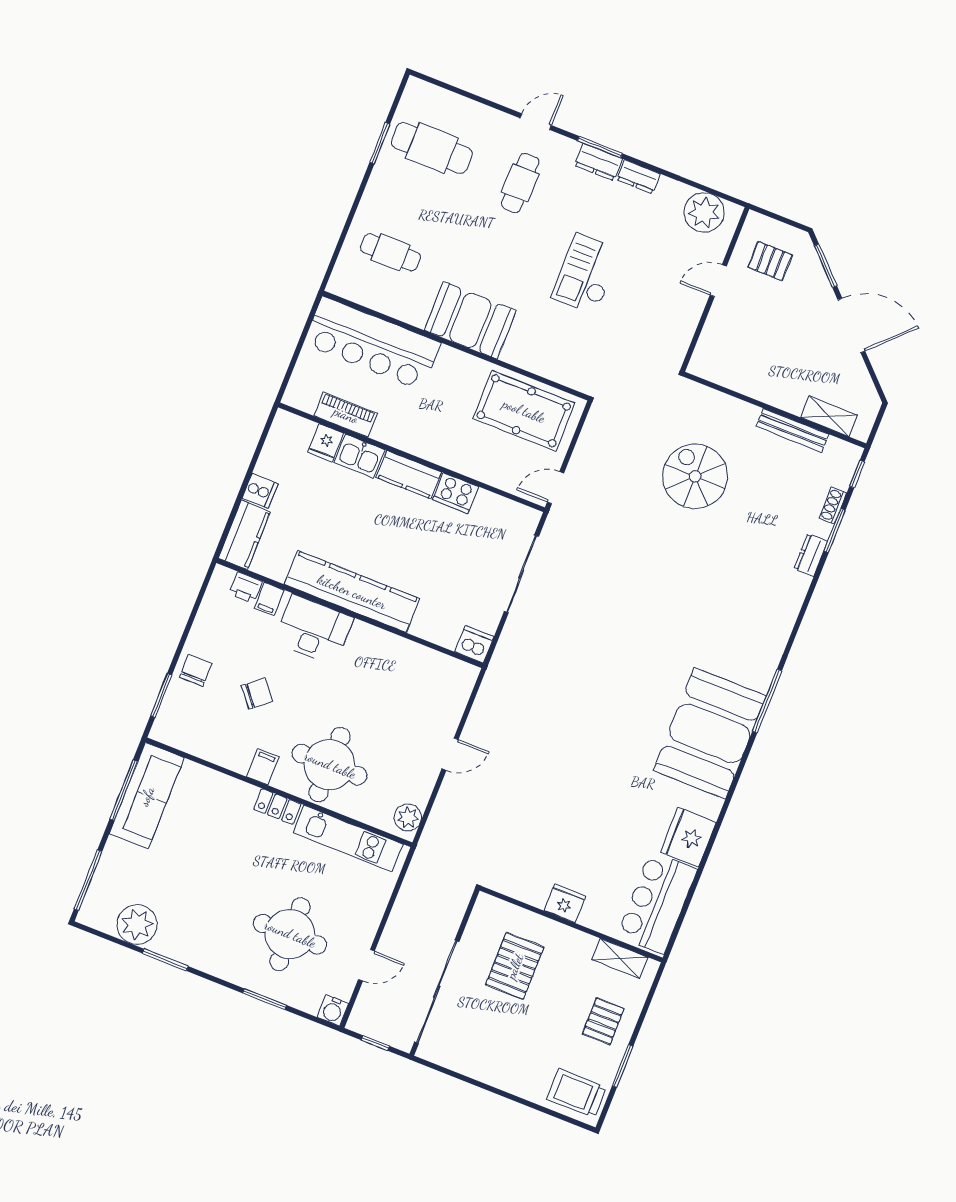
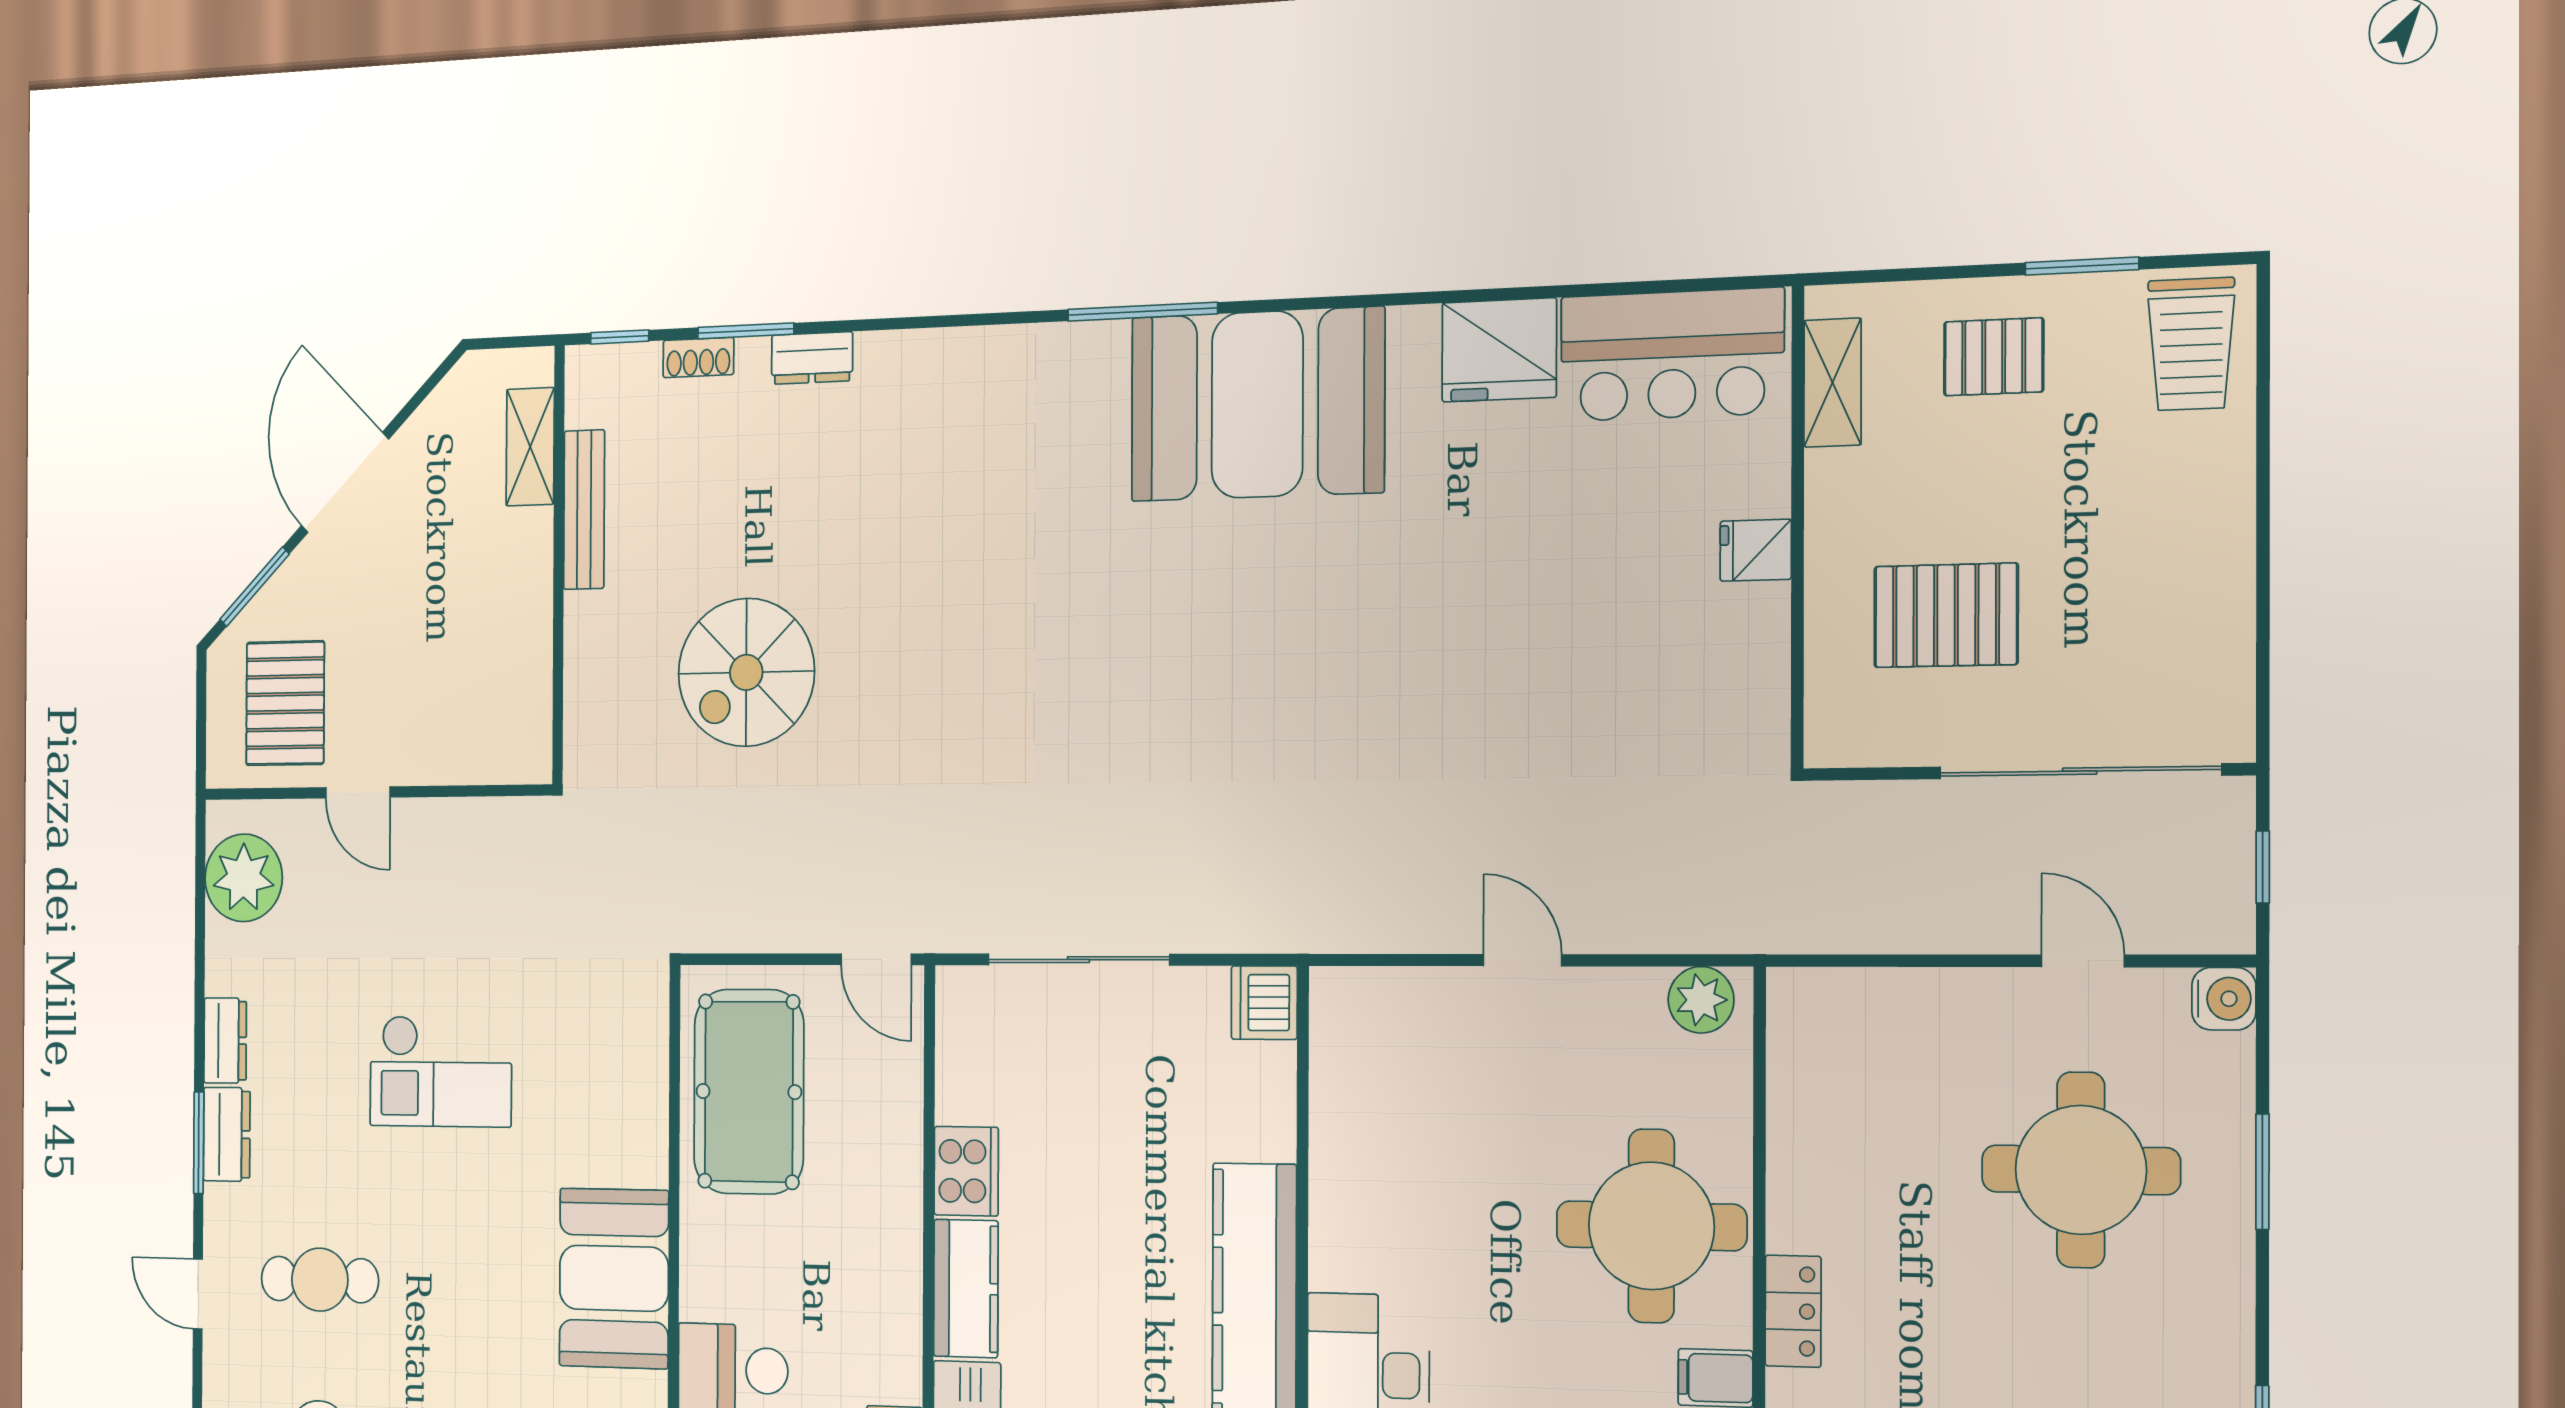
pallet: (770, 261) -> (285, 703), width x1.50, depth x1.42
kitchen unit: (348, 838) -> (1803, 1119), removed
fridge: (565, 903) -> (1756, 550), width x0.72

